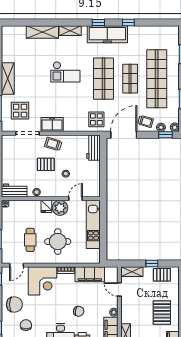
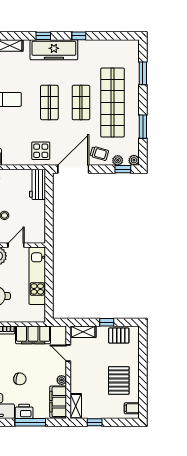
shop shelf: (104, 79) -> (49, 103), width x0.70, depth x0.74

